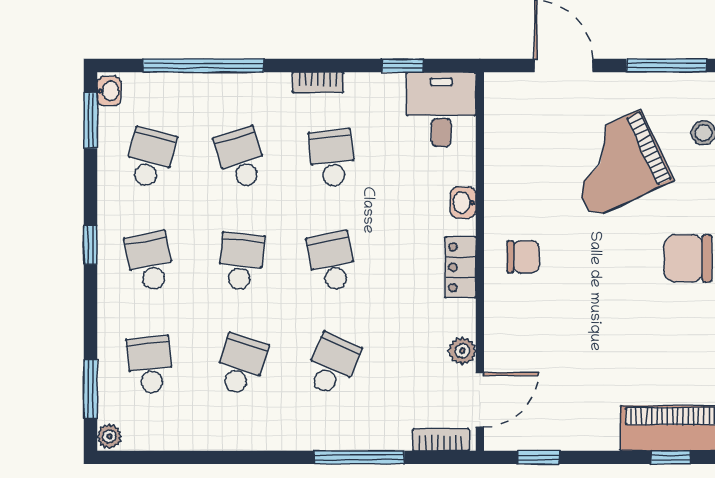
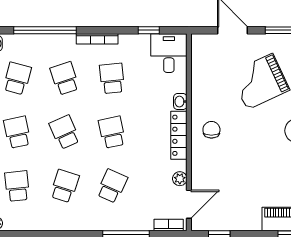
bookcase: (318, 82) -> (97, 39), width x1.56
chair: (523, 257) -> (211, 130), turned -90
school desk: (241, 261) -> (65, 132), turned -30
locker: (461, 267) -> (179, 135), width x1.53

